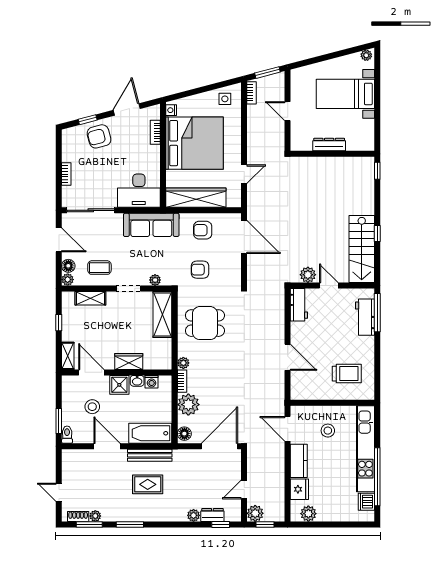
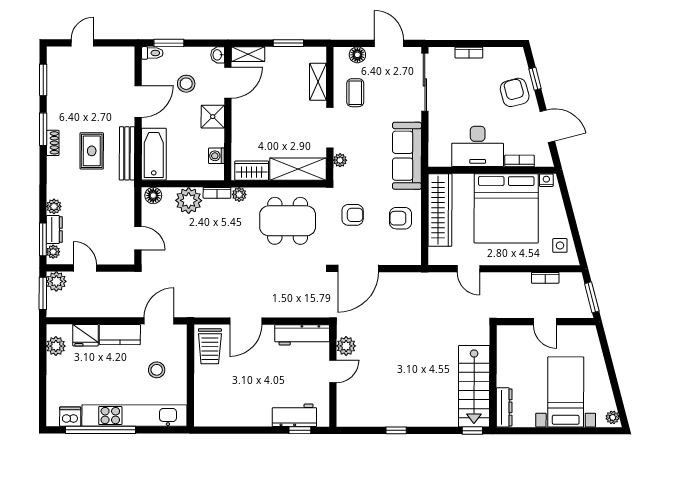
bookcase: (252, 93) -> (545, 278), moved
door: (288, 111) -> (545, 322), swing flipped
dresser: (329, 145) -> (504, 407), moved
desk: (139, 191) -> (478, 146), moved, turned -90
armchair: (203, 230) -> (400, 218), turned -90
door: (244, 237) -> (358, 268), moved
door: (59, 240) -> (389, 43), swing flipped
stairs: (362, 249) -> (474, 386), moved, turned -90
armchair: (200, 270) -> (353, 215), turned 90
plant: (68, 280) -> (341, 54), removed
doorway: (128, 288) -> (330, 128), width x1.38
workbench: (299, 305) -> (302, 335), width x1.38
window: (377, 313) -> (300, 430), width x0.46
window: (59, 323) -> (288, 43), width x1.50
dining table: (205, 323) -> (288, 221), width x1.38
wardrobe: (129, 361) -> (252, 171), moved, turned -90
trolley: (347, 374) -> (210, 346), moved
washbasin: (137, 381) -> (218, 55), moved
door: (219, 446) -> (138, 238), width x0.53
shoe rack: (78, 516) -> (53, 143), moved
plant: (95, 516) -> (53, 252), moved
window: (221, 524) -> (43, 239), width x1.50
window: (265, 524) -> (43, 293), width x1.50

